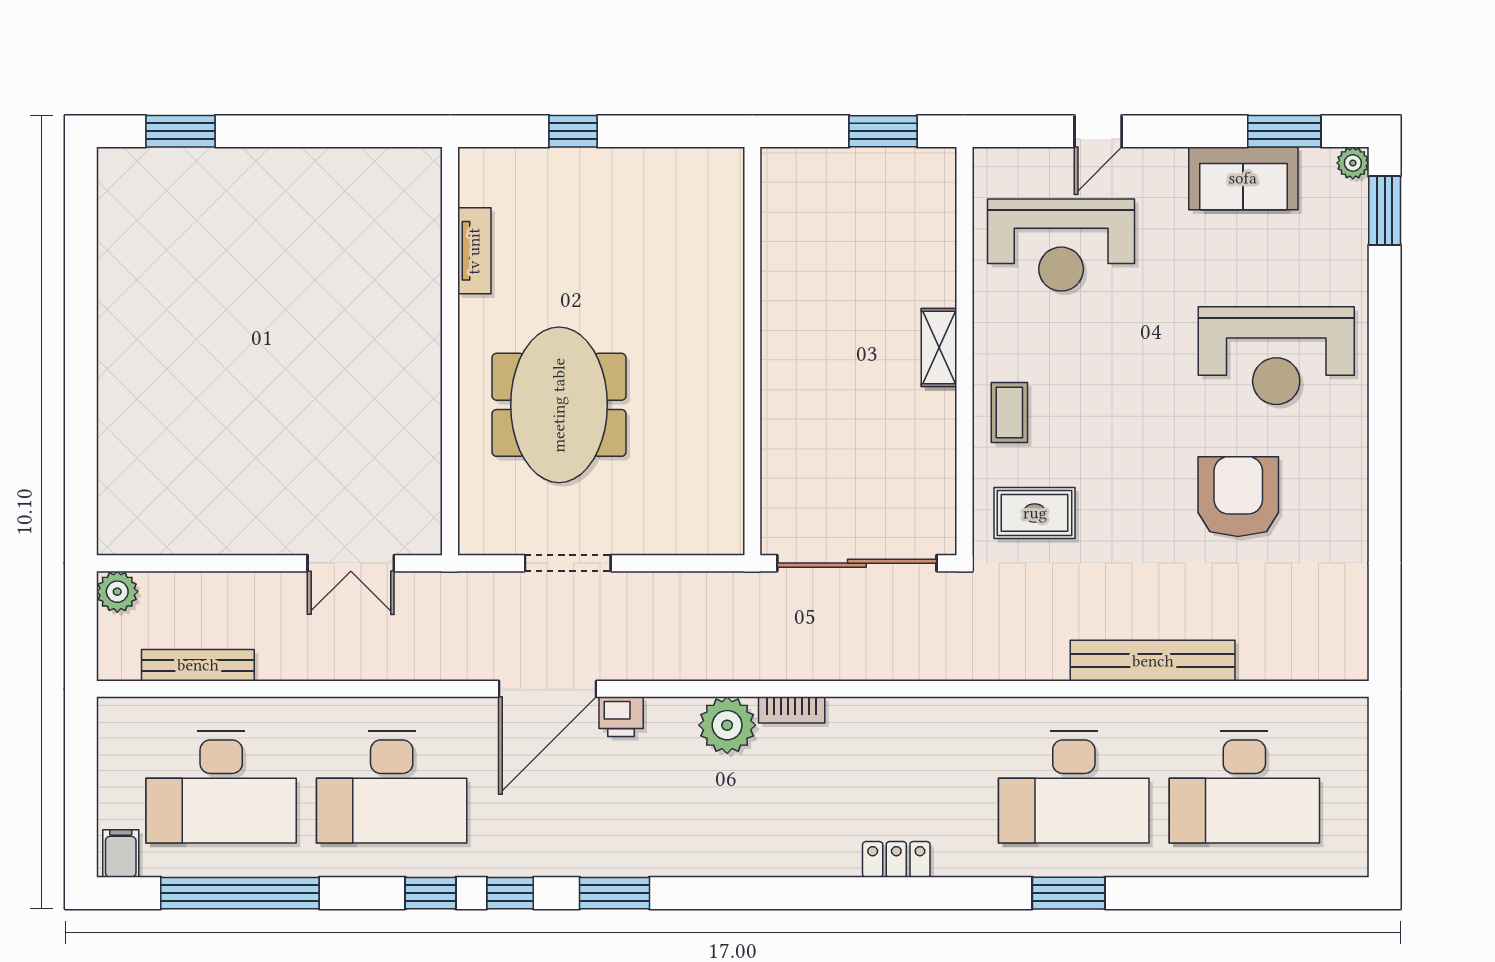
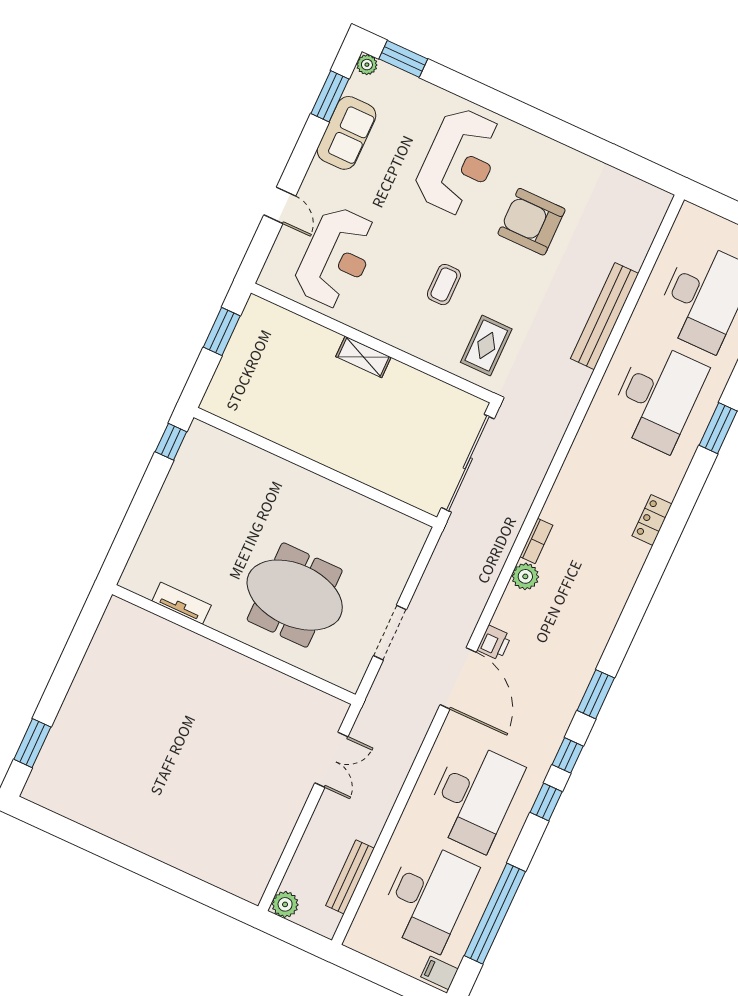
window: (573, 131) -> (171, 442), moved
coffee table: (1009, 413) -> (444, 285), moved, turned 90
plant: (727, 725) -> (525, 576), width x0.73, depth x0.73

